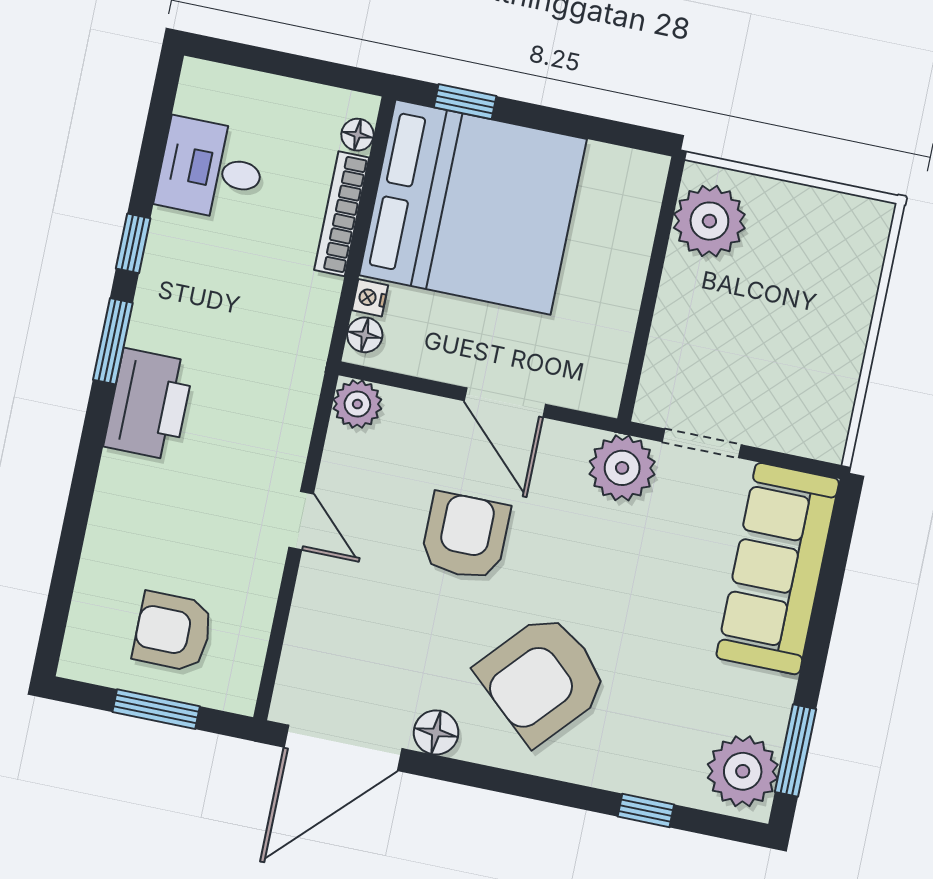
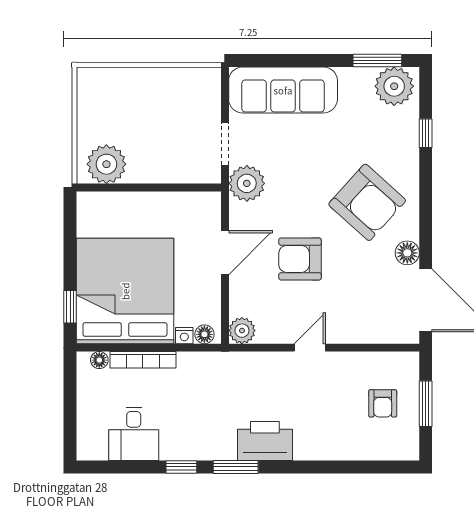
armchair: (173, 632) -> (383, 403), width x0.72, depth x0.72

